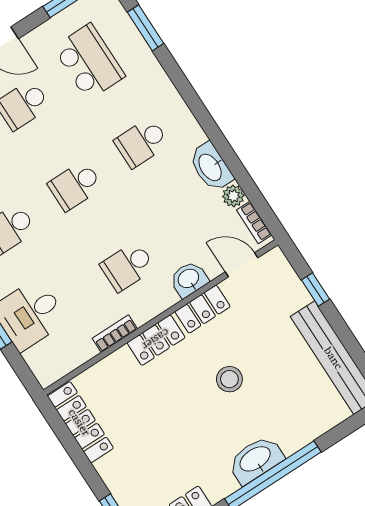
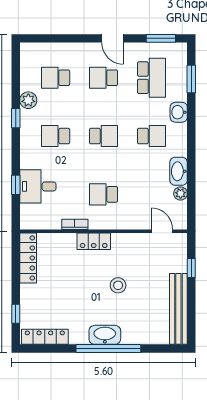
school desk: (142, 143) -> (152, 136), turned 180
school desk: (75, 186) -> (104, 136), turned 180
bookcase: (254, 222) -> (182, 214), removed
washbasin: (189, 279) -> (179, 112), moved, turned -90
locker: (203, 309) -> (127, 241), removed

